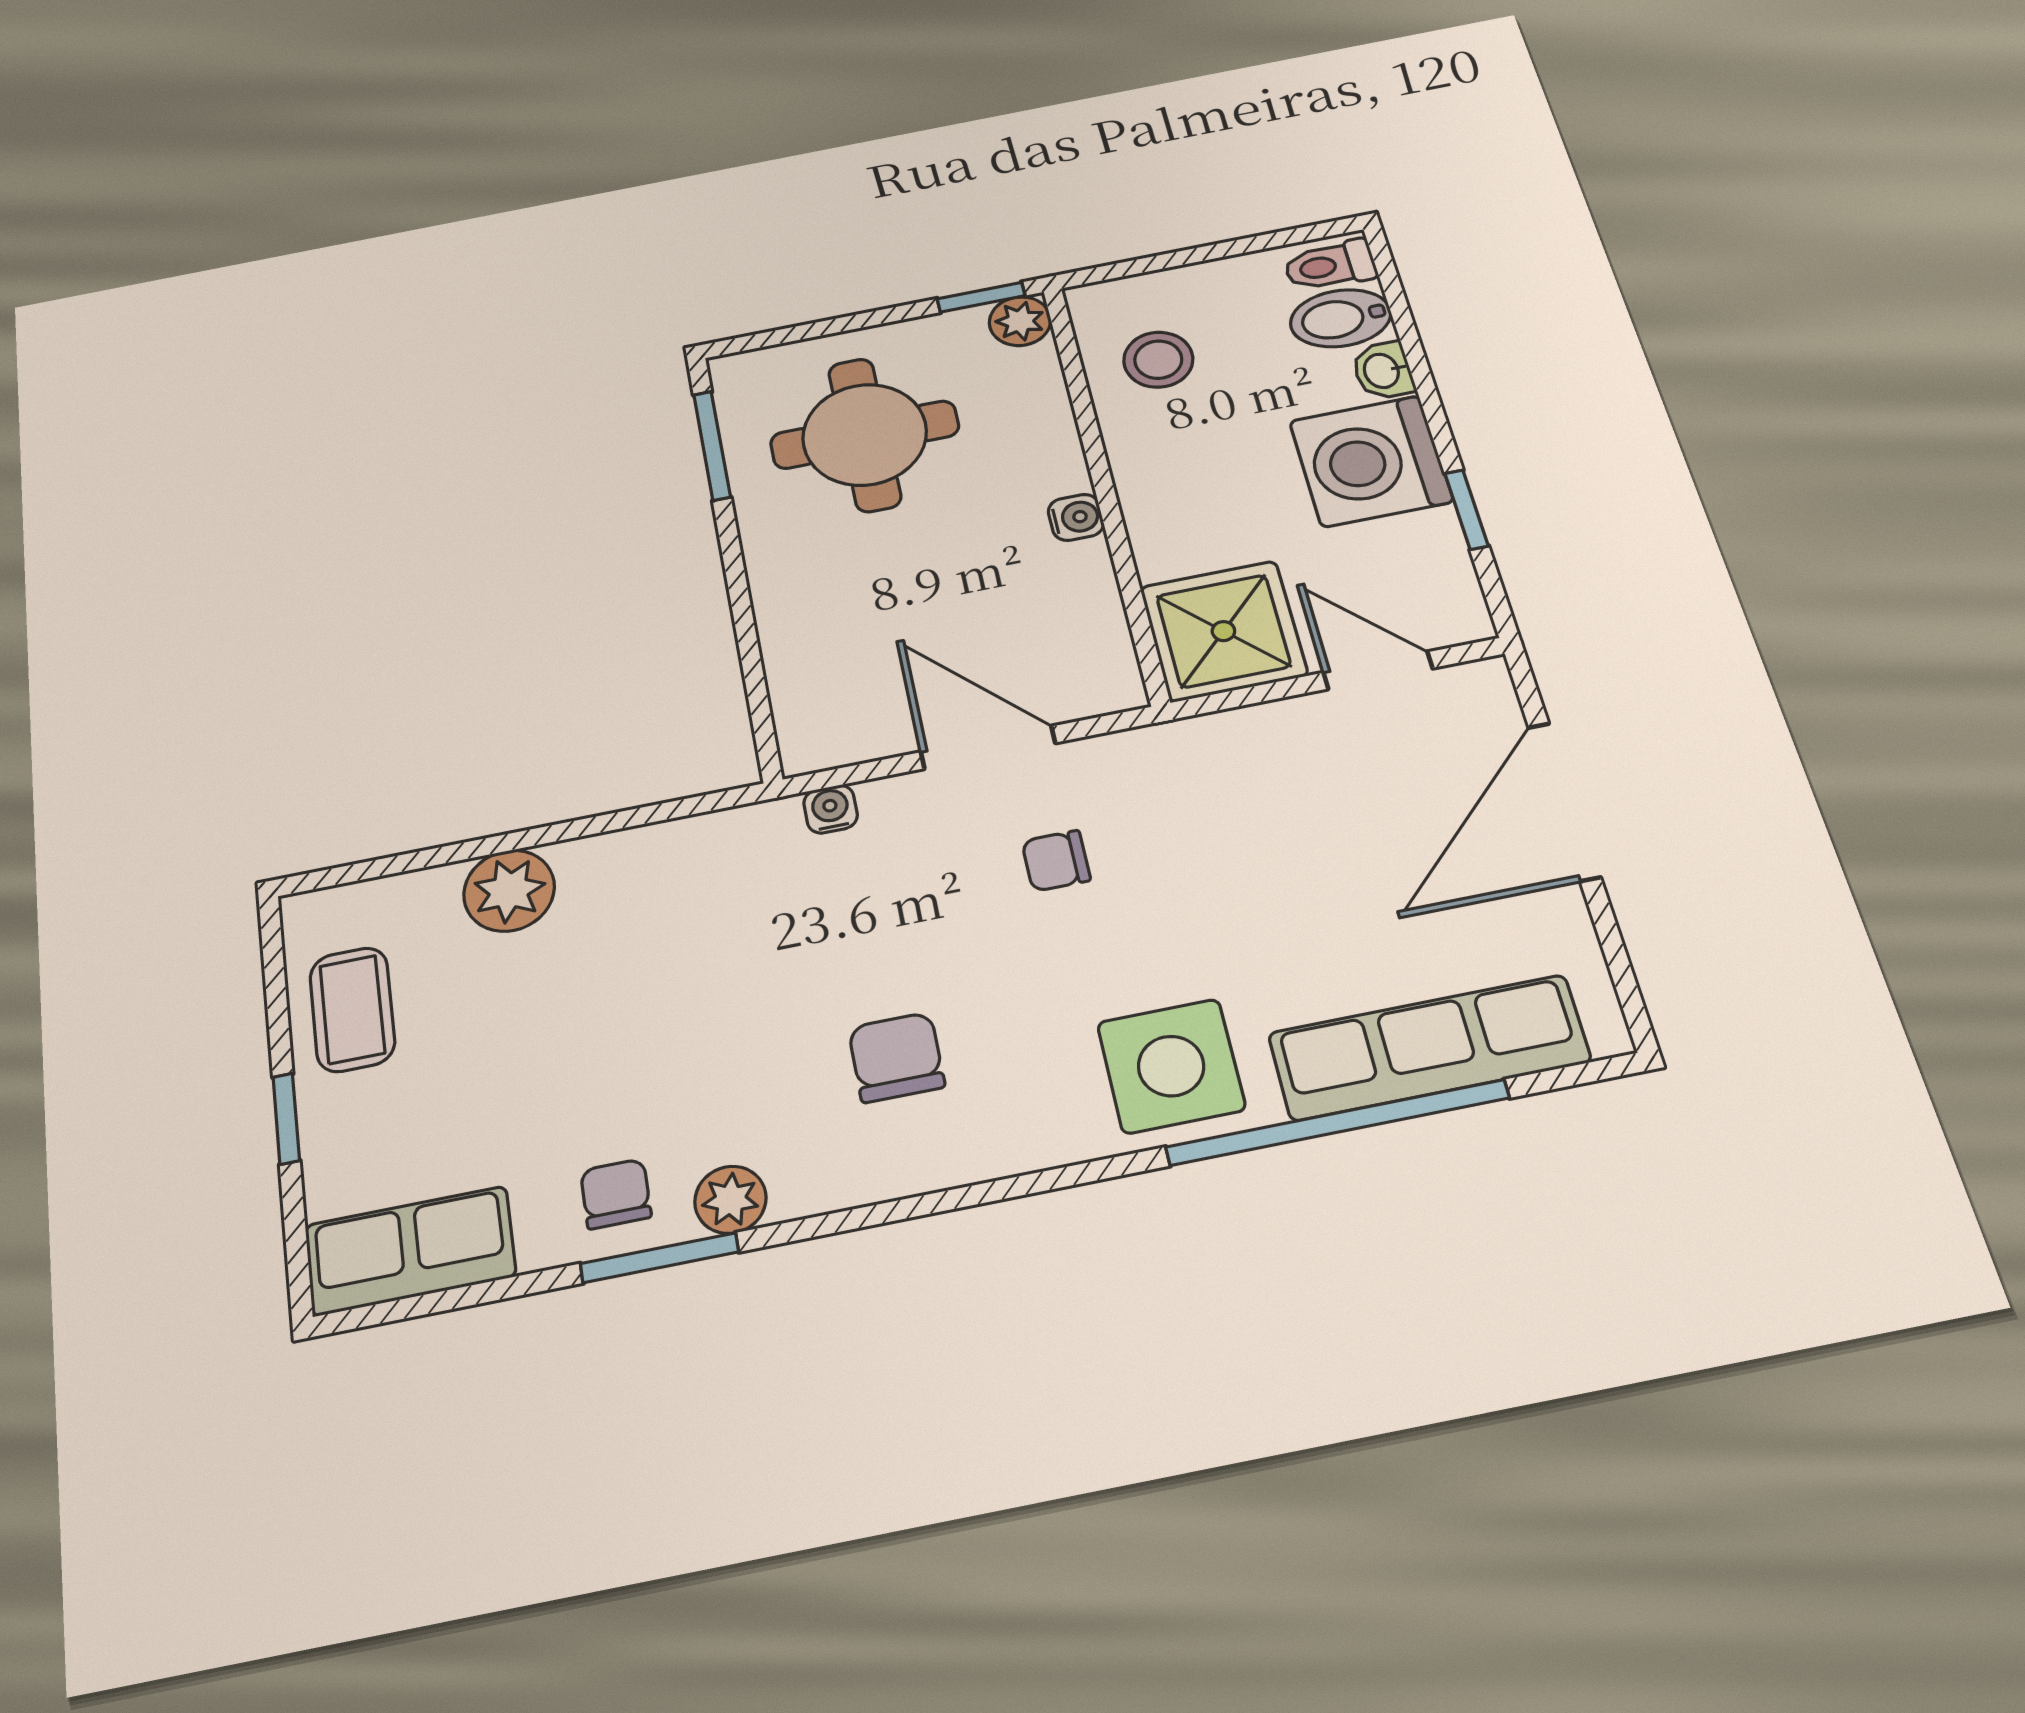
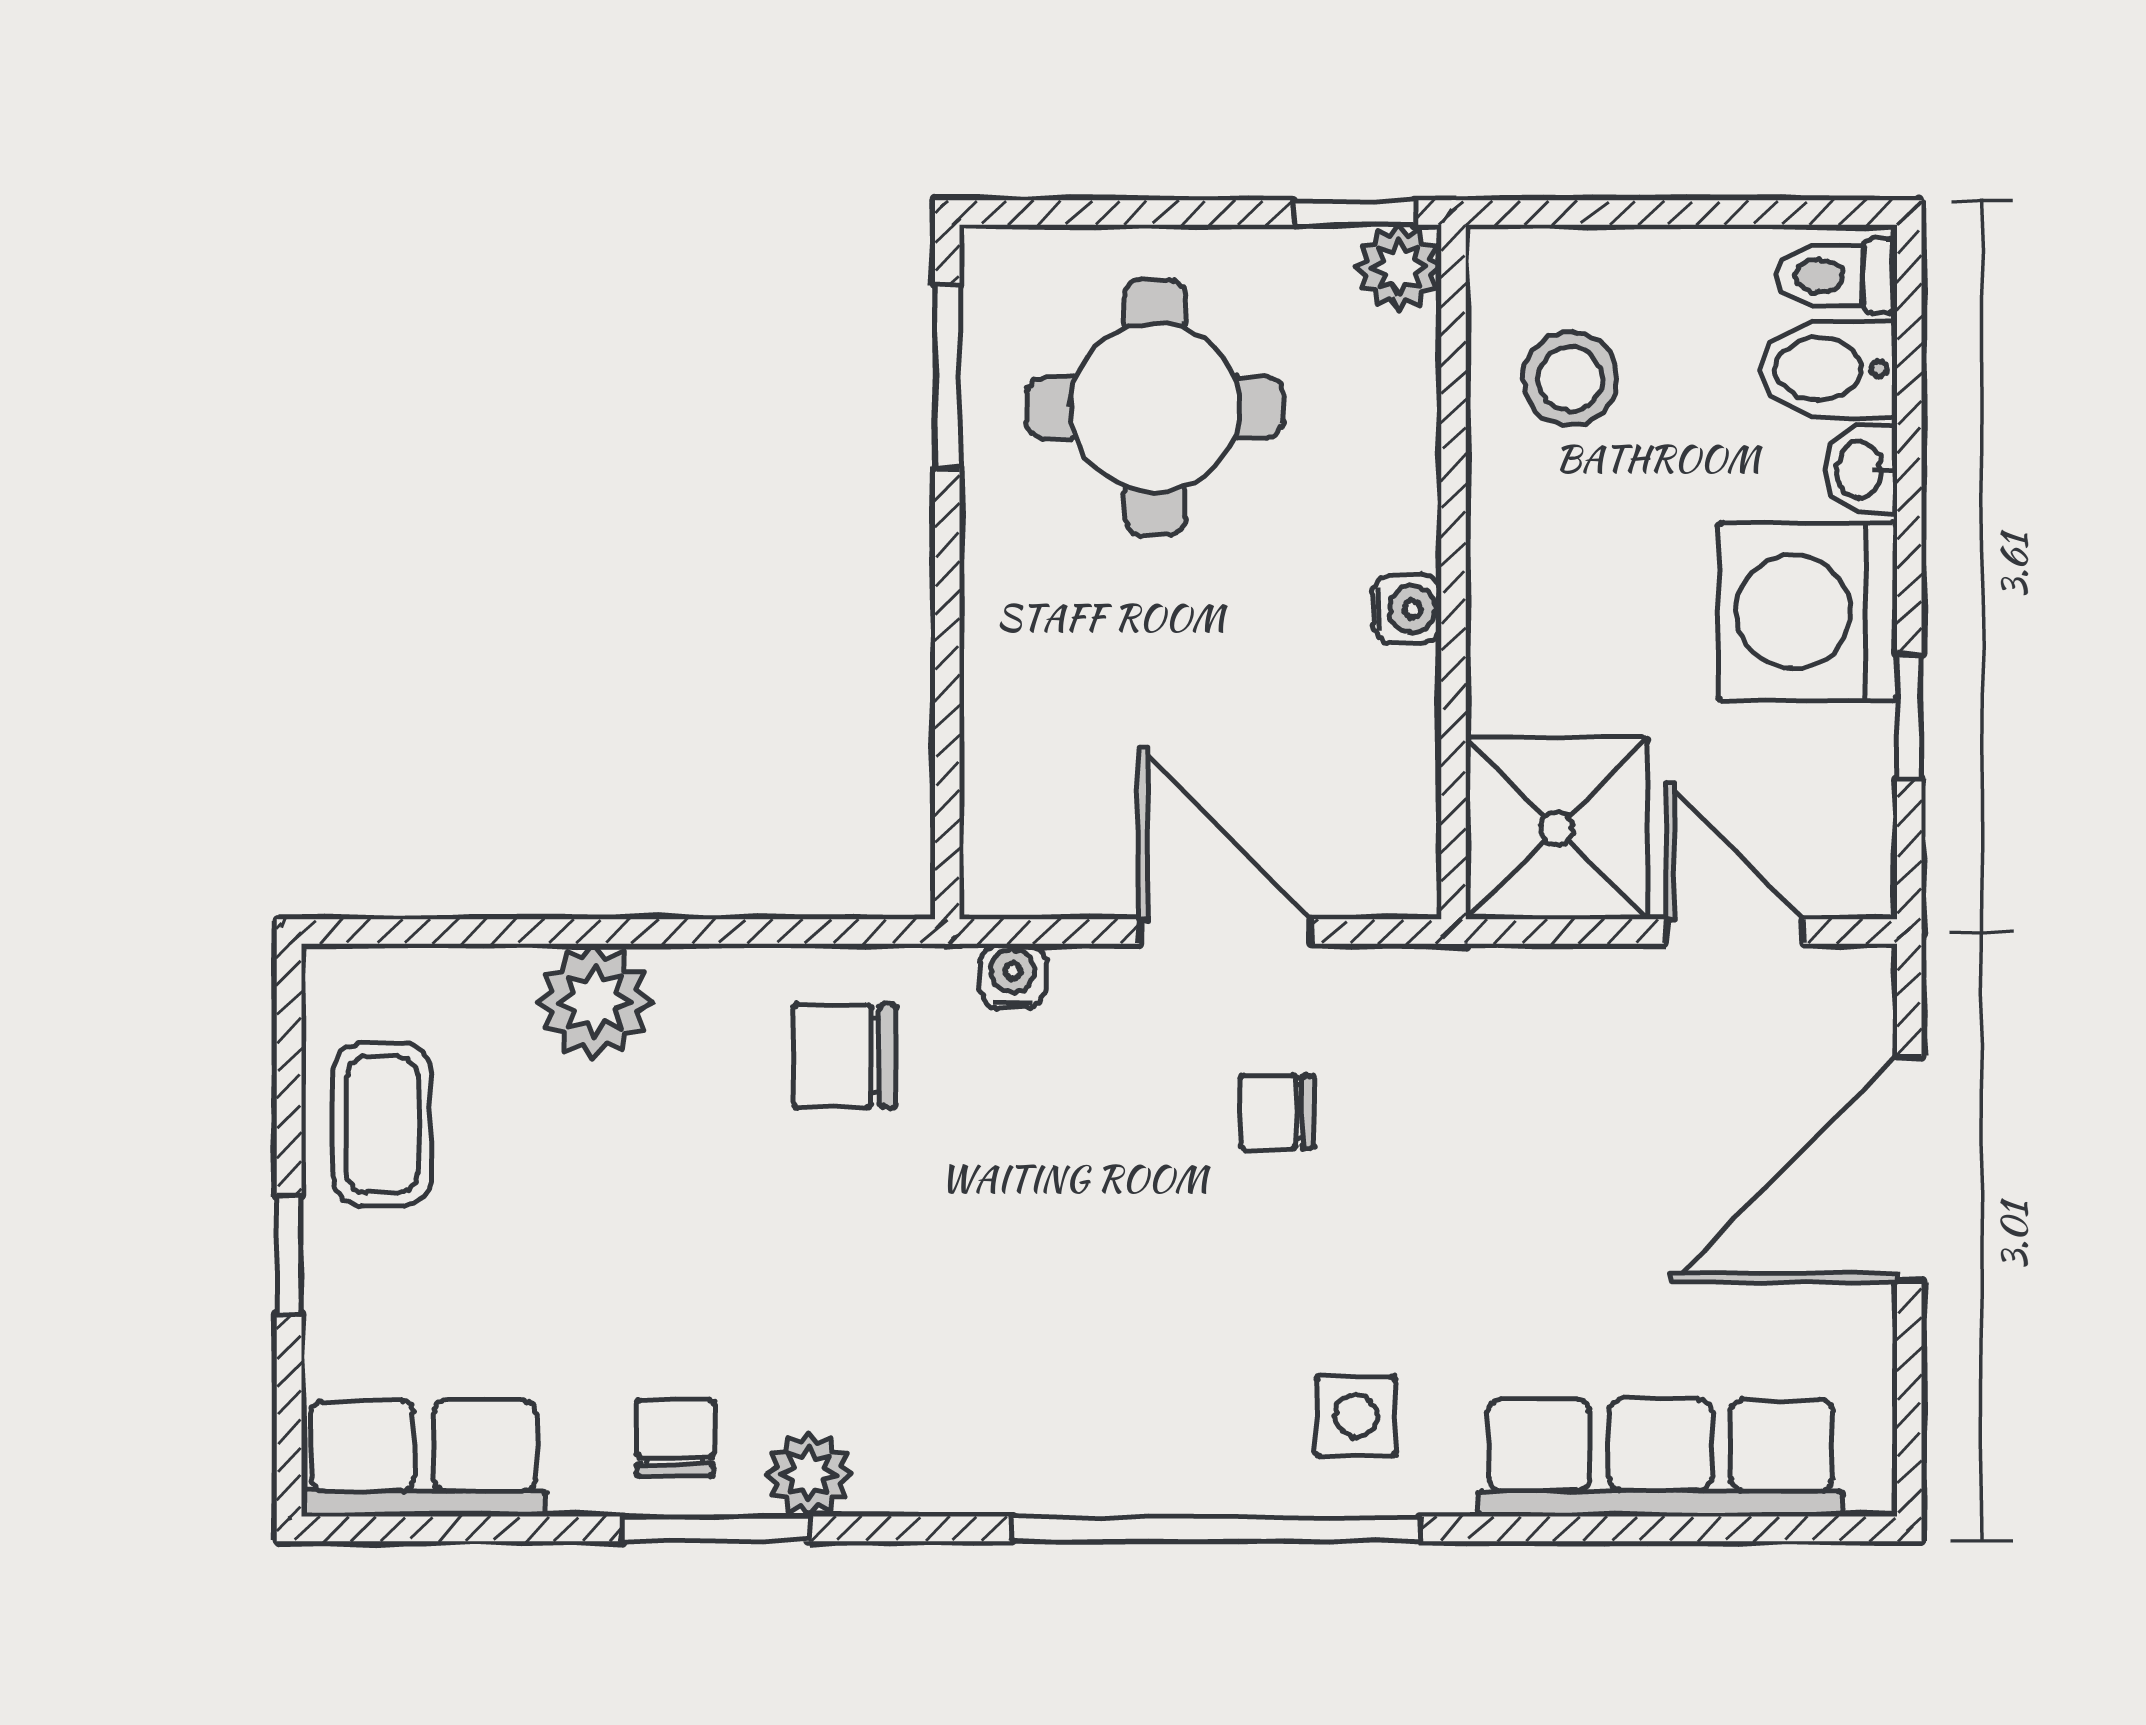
chair: (896, 1057) -> (845, 1056), moved, turned -90
side table: (1171, 1066) -> (1356, 1416), width x0.54, depth x0.54
window: (1337, 1123) -> (1216, 1529), moved

